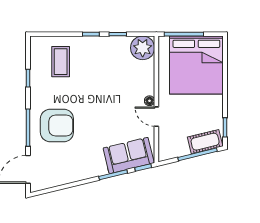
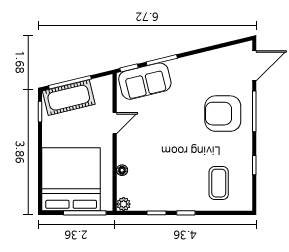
plant: (143, 48) -> (124, 204), width x0.53, depth x0.53
floor lamp: (150, 101) -> (122, 170), moved
door: (156, 117) -> (115, 123), hinge flipped
cot: (205, 142) -> (69, 98), width x1.37, depth x1.34

